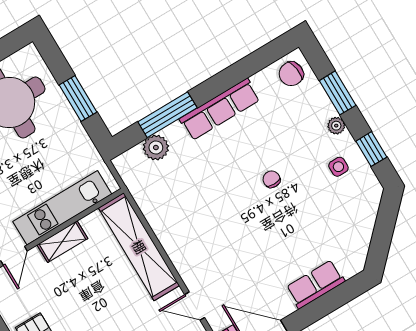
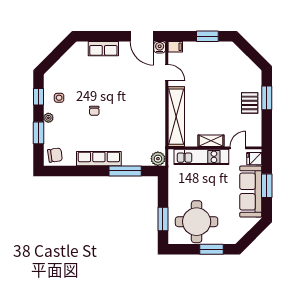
window: (78, 98) -> (163, 219), moved
plant: (156, 148) -> (158, 159), moved

